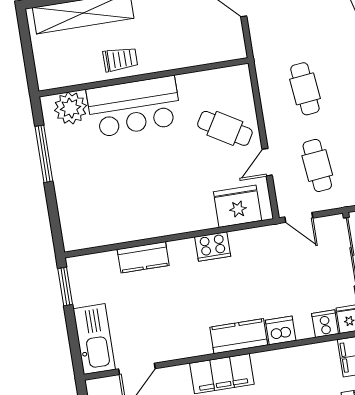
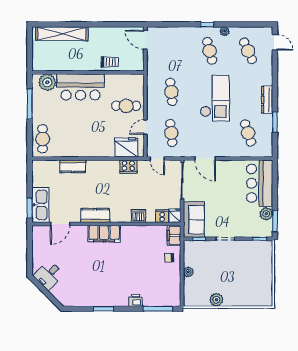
trolley: (120, 59) -> (110, 62), moved
cafe table: (225, 128) -> (126, 106), turned -31
cafe table: (79, 215) -> (43, 139), added
cooker: (213, 247) -> (128, 166), moved
window: (65, 286) -> (30, 208), moved
kitchen counter: (239, 336) -> (95, 215), moved

